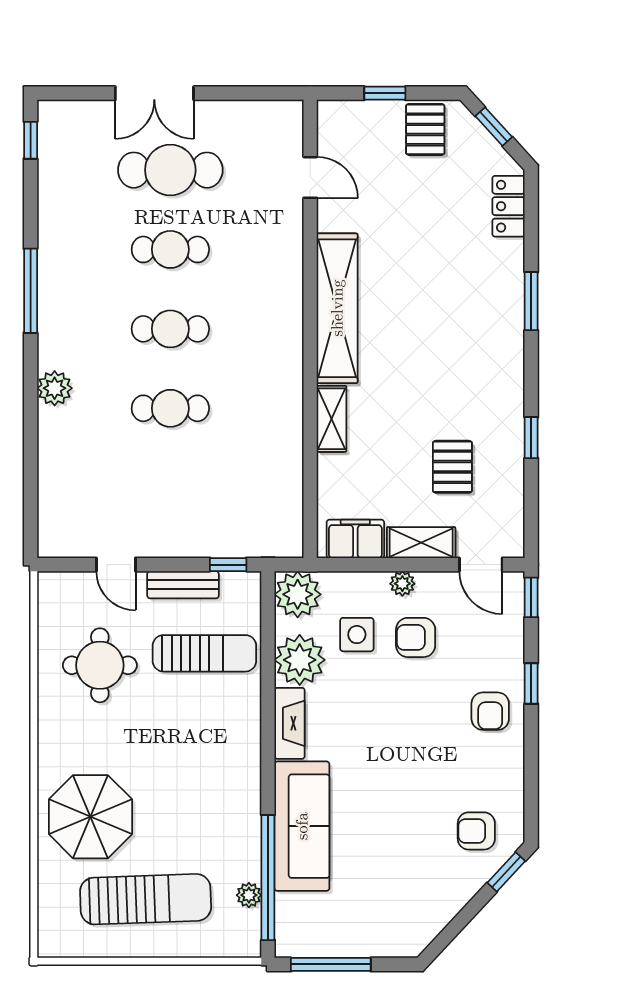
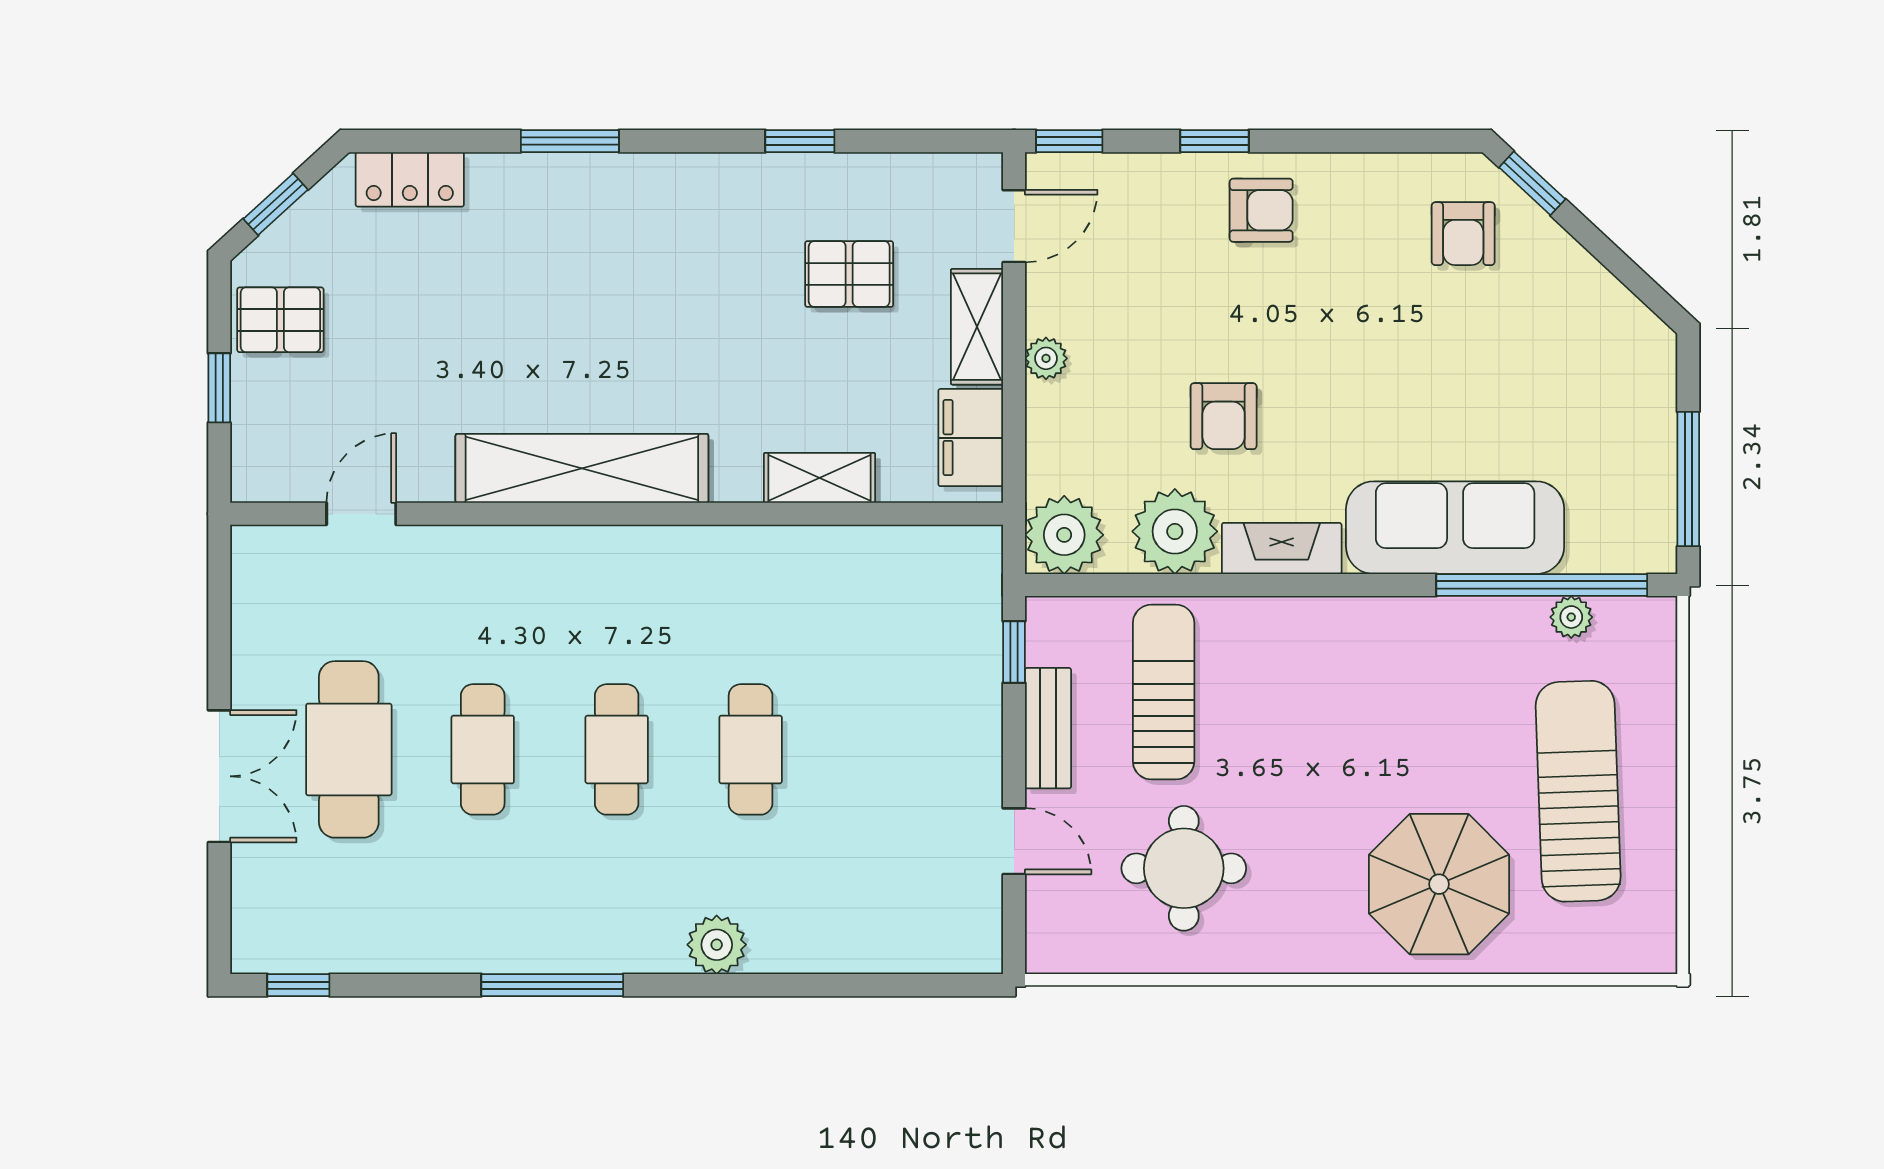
shelving: (331, 419) -> (820, 478), moved
door: (116, 565) -> (1014, 841), hinge flipped
side table: (357, 635) -> (1132, 435), removed
armchair: (416, 637) -> (1224, 416), moved

